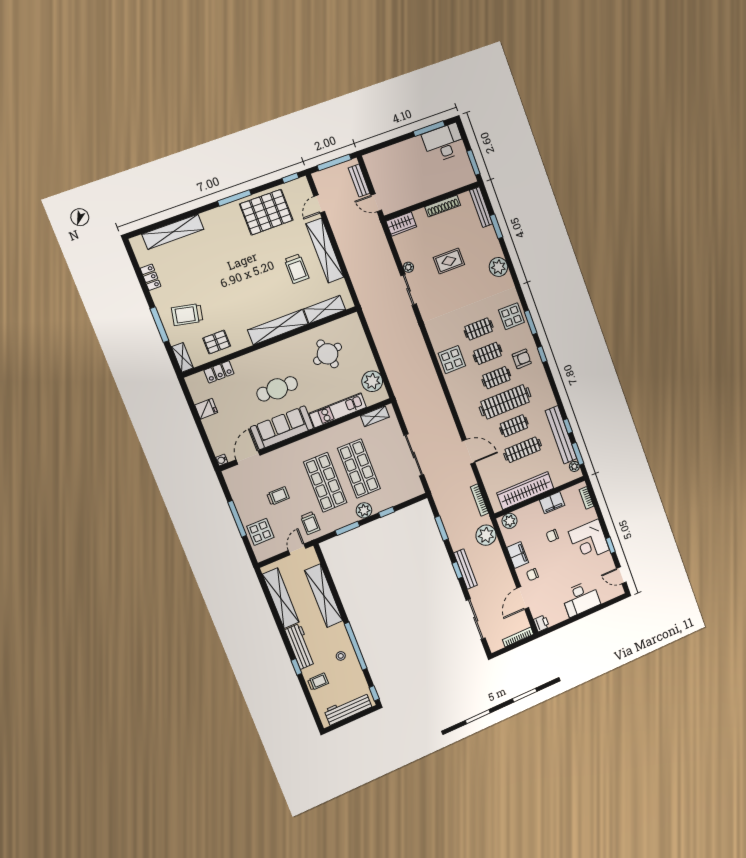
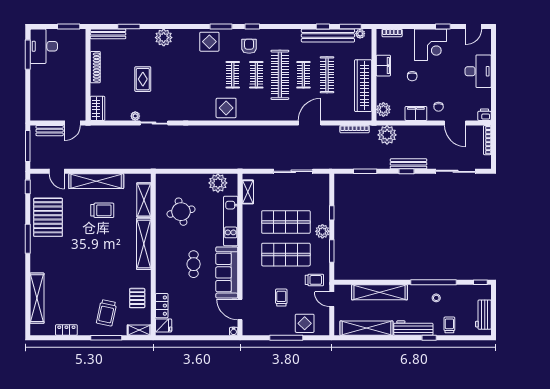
clothes rail: (479, 329) -> (209, 75), removed
cafe table: (277, 389) -> (194, 264), width x0.73, depth x0.74
fridge: (206, 409) -> (164, 325), moved, turned 90
workbench: (348, 709) -> (483, 315), width x0.73

